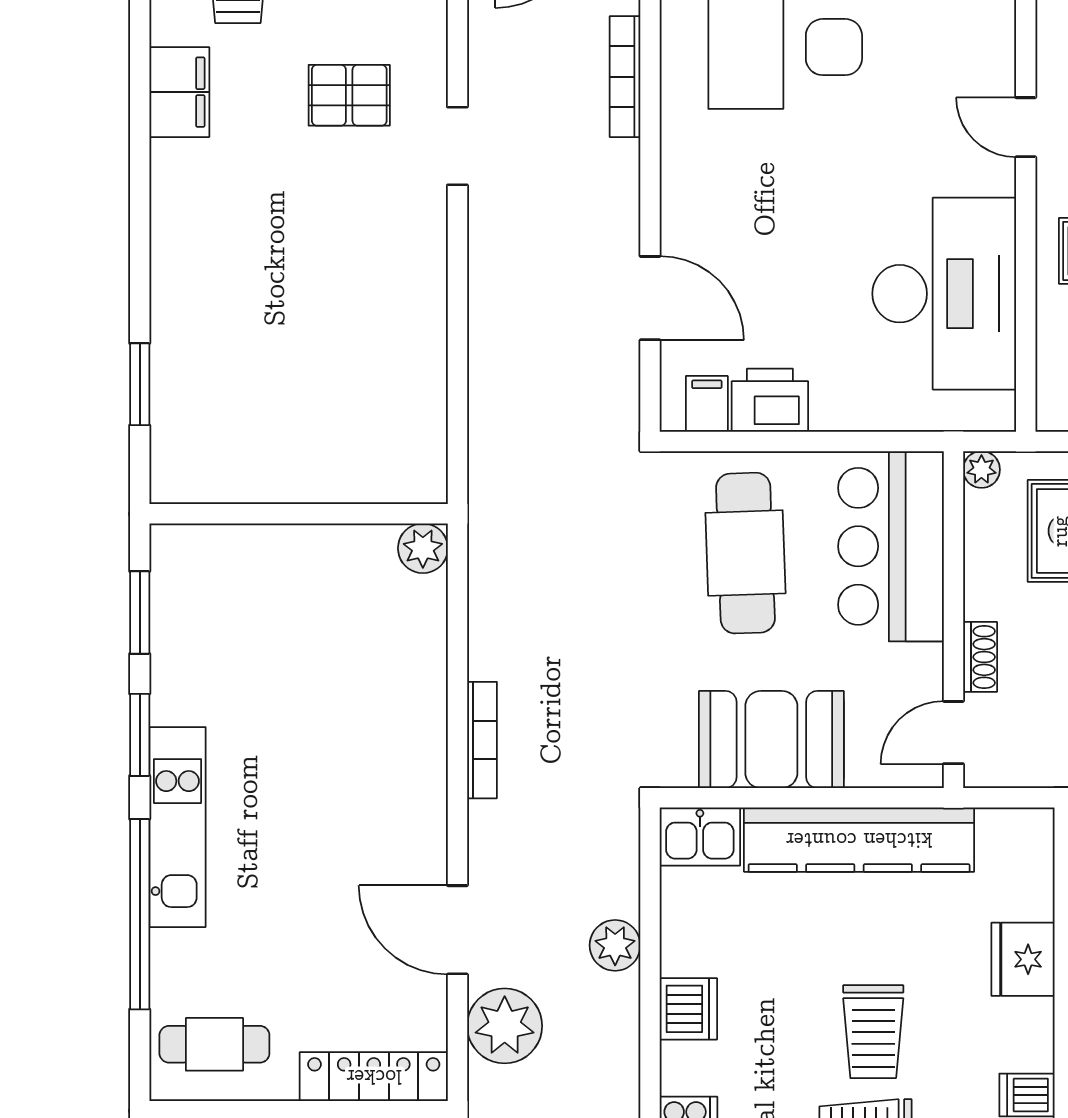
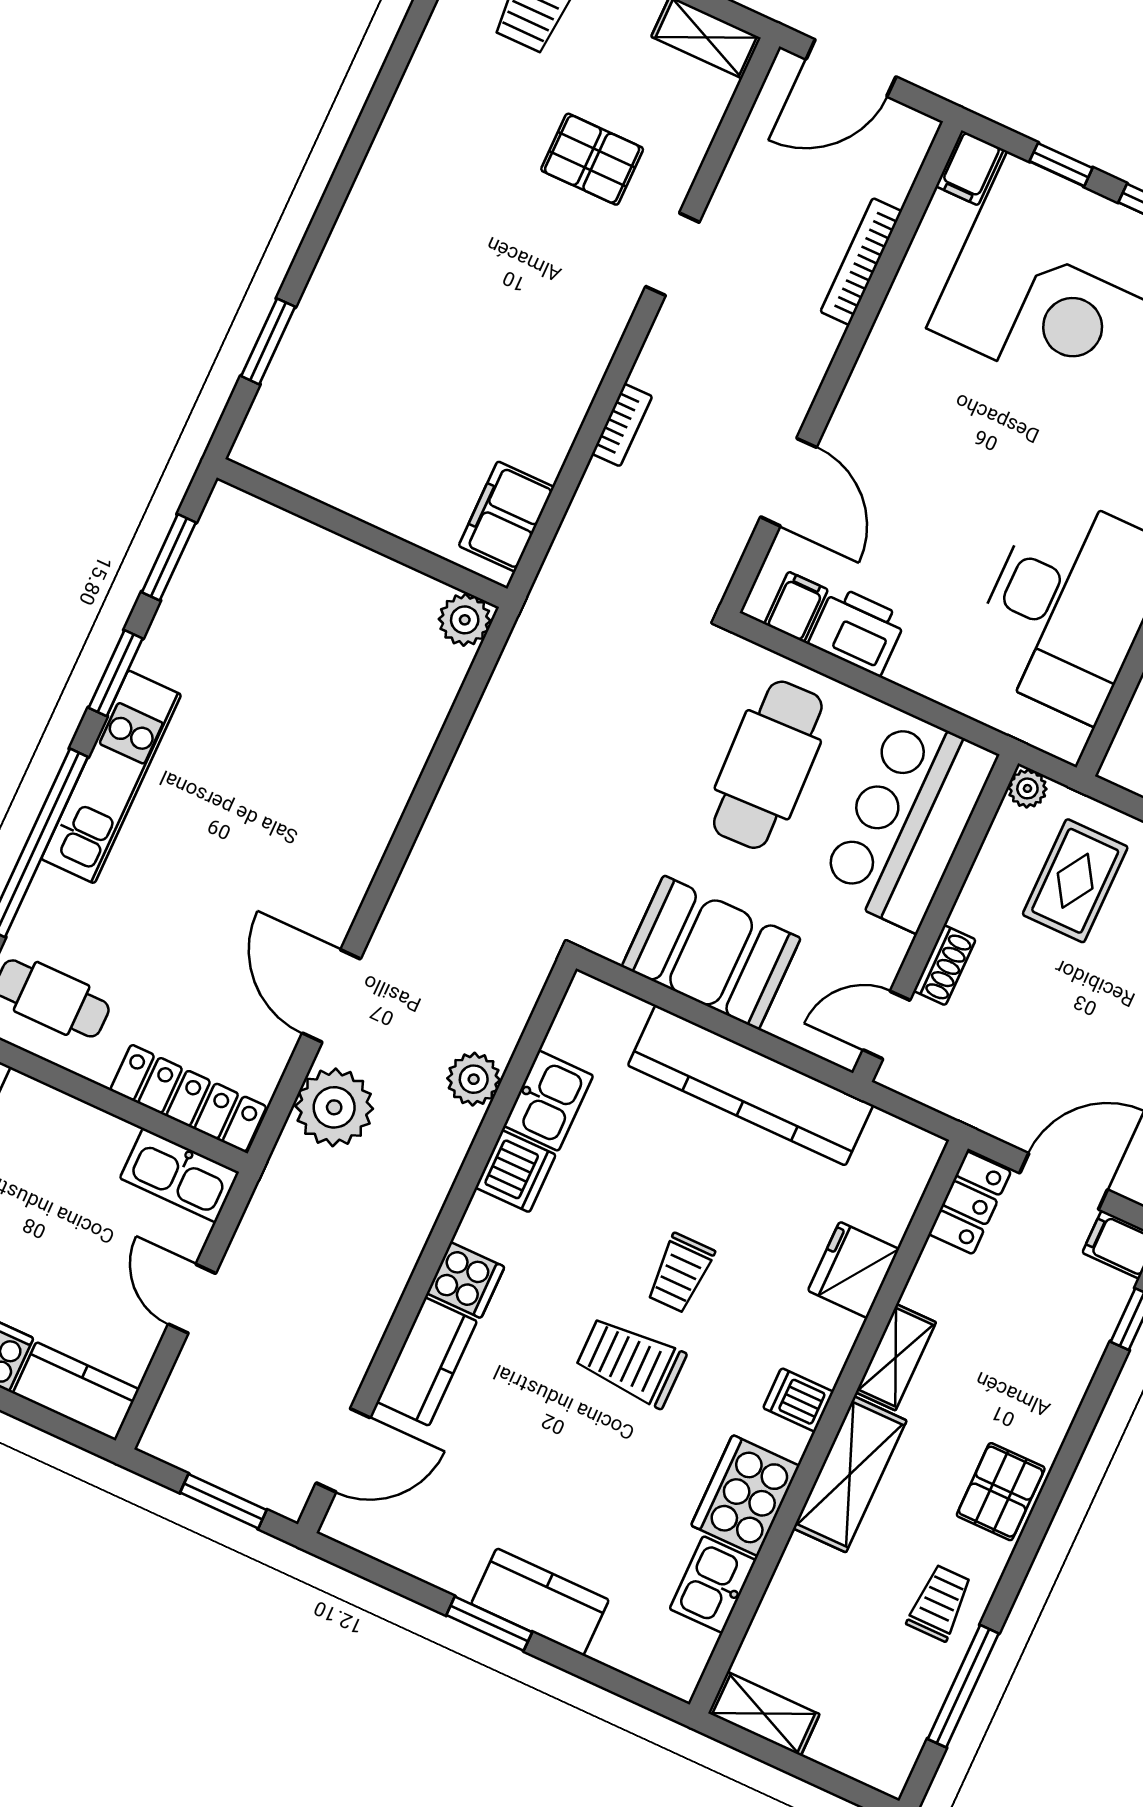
filing cabinet: (179, 92) -> (506, 516), moved, turned 180
bookcase: (482, 740) -> (622, 425), moved, width x0.64
kitchen sink: (700, 837) -> (548, 1101), moved, turned -90
trolley: (873, 1032) -> (680, 1273), width x0.73, depth x0.72

